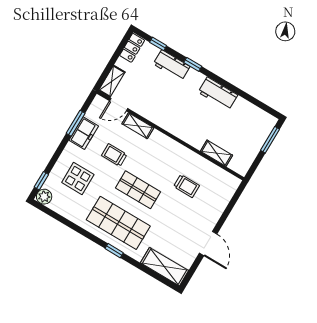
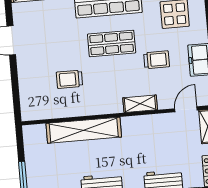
shelving: (138, 126) -> (140, 104), moved
shelving: (217, 153) -> (84, 130), width x2.20, depth x1.33

